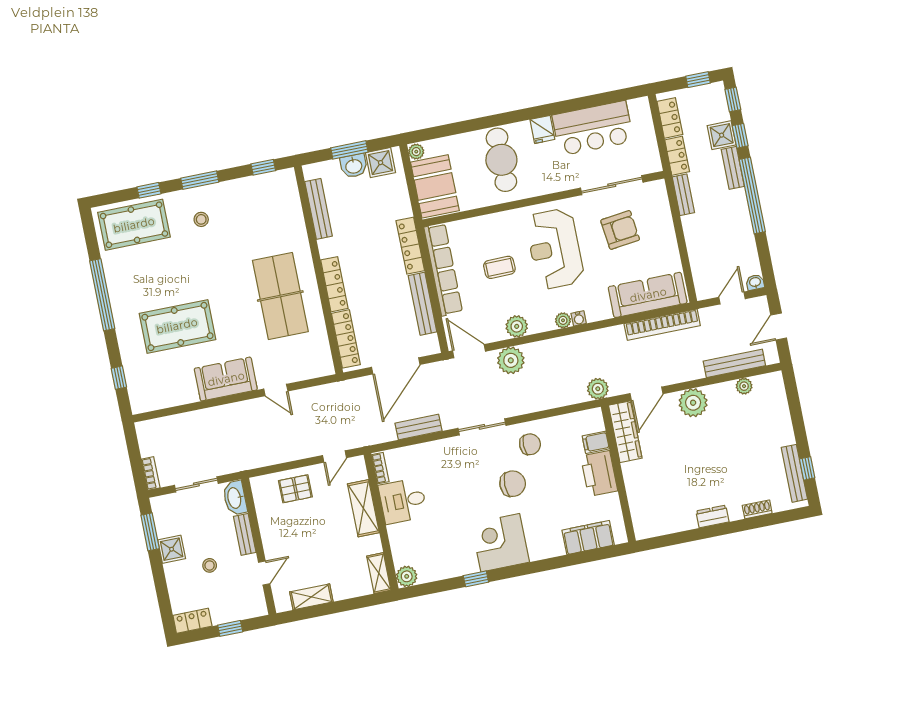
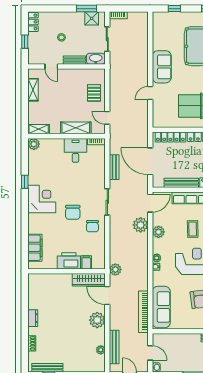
shower: (172, 549) -> (92, 18), moved

